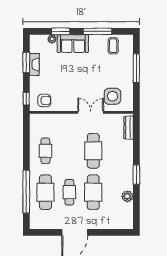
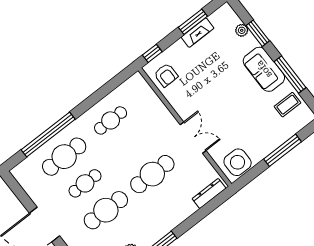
sofa: (73, 44) -> (264, 69), moved
side table: (112, 96) -> (238, 162), moved

